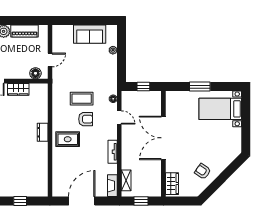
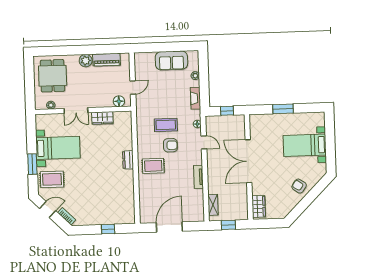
bed with nightstands: (220, 109) -> (305, 145), moved
armchair: (203, 171) -> (299, 186), moved
fireplace: (112, 186) -> (195, 98), moved

